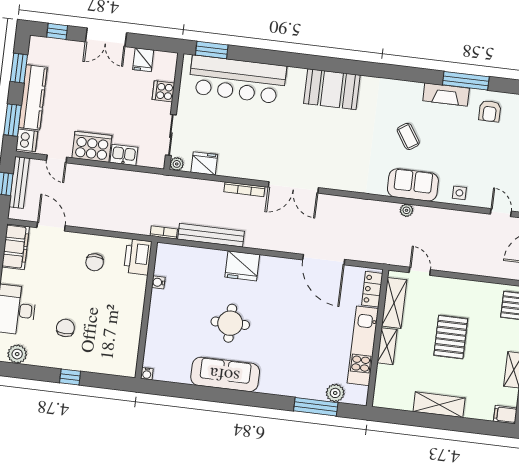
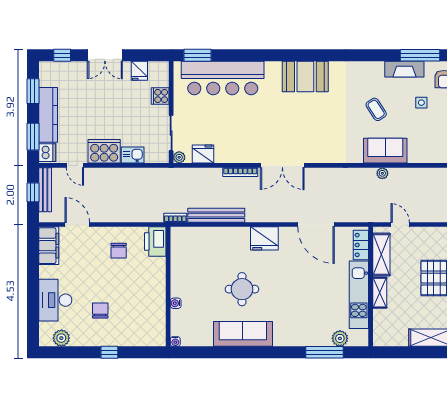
side table: (459, 193) -> (421, 103), moved
fridge: (242, 266) -> (264, 238), moved
water cooler: (158, 282) -> (176, 303), moved

